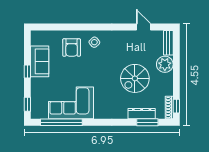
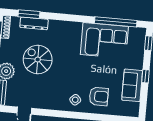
armchair: (72, 47) -> (99, 96), turned 90
spiral stairs: (135, 78) -> (38, 60), turned -90

